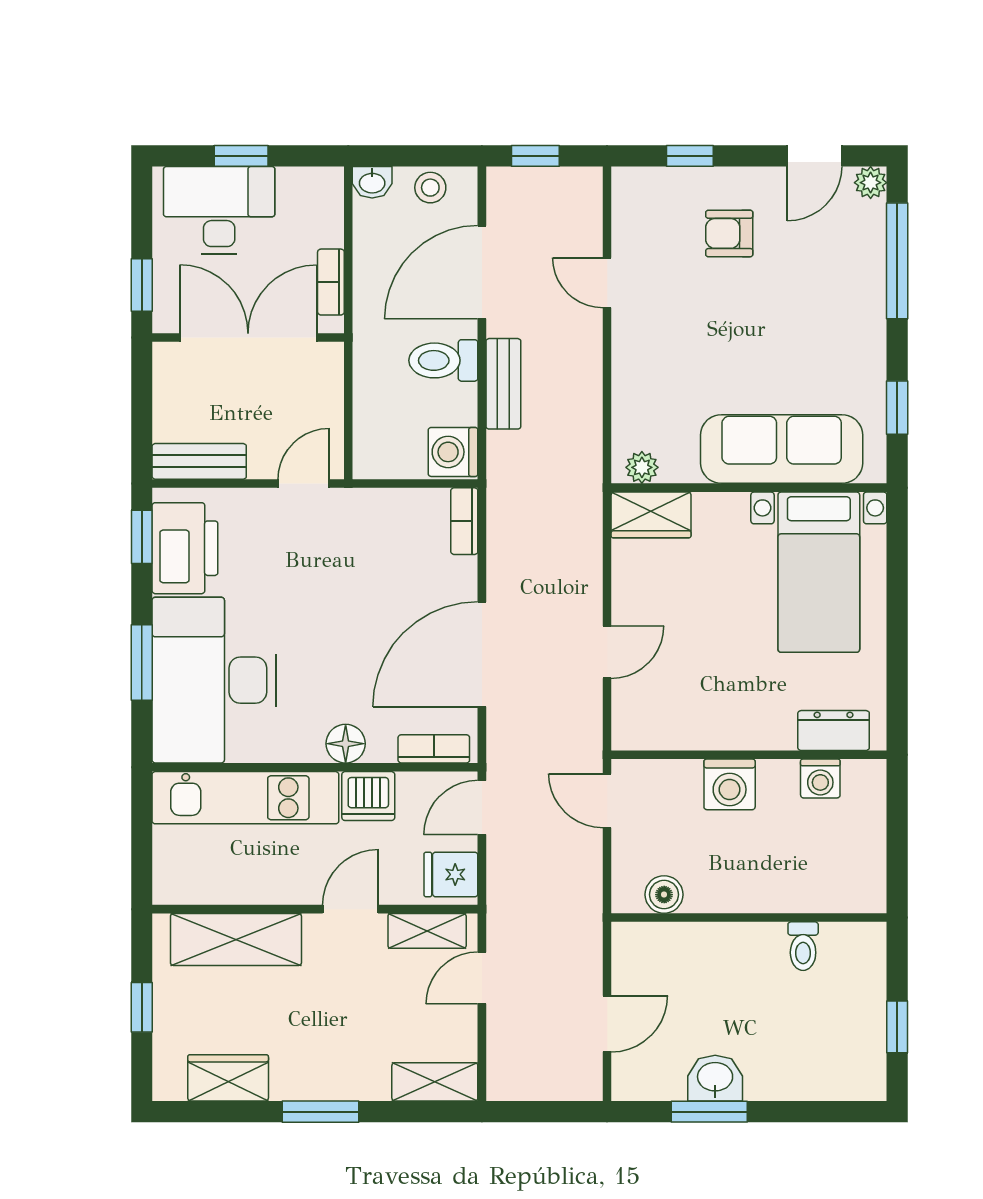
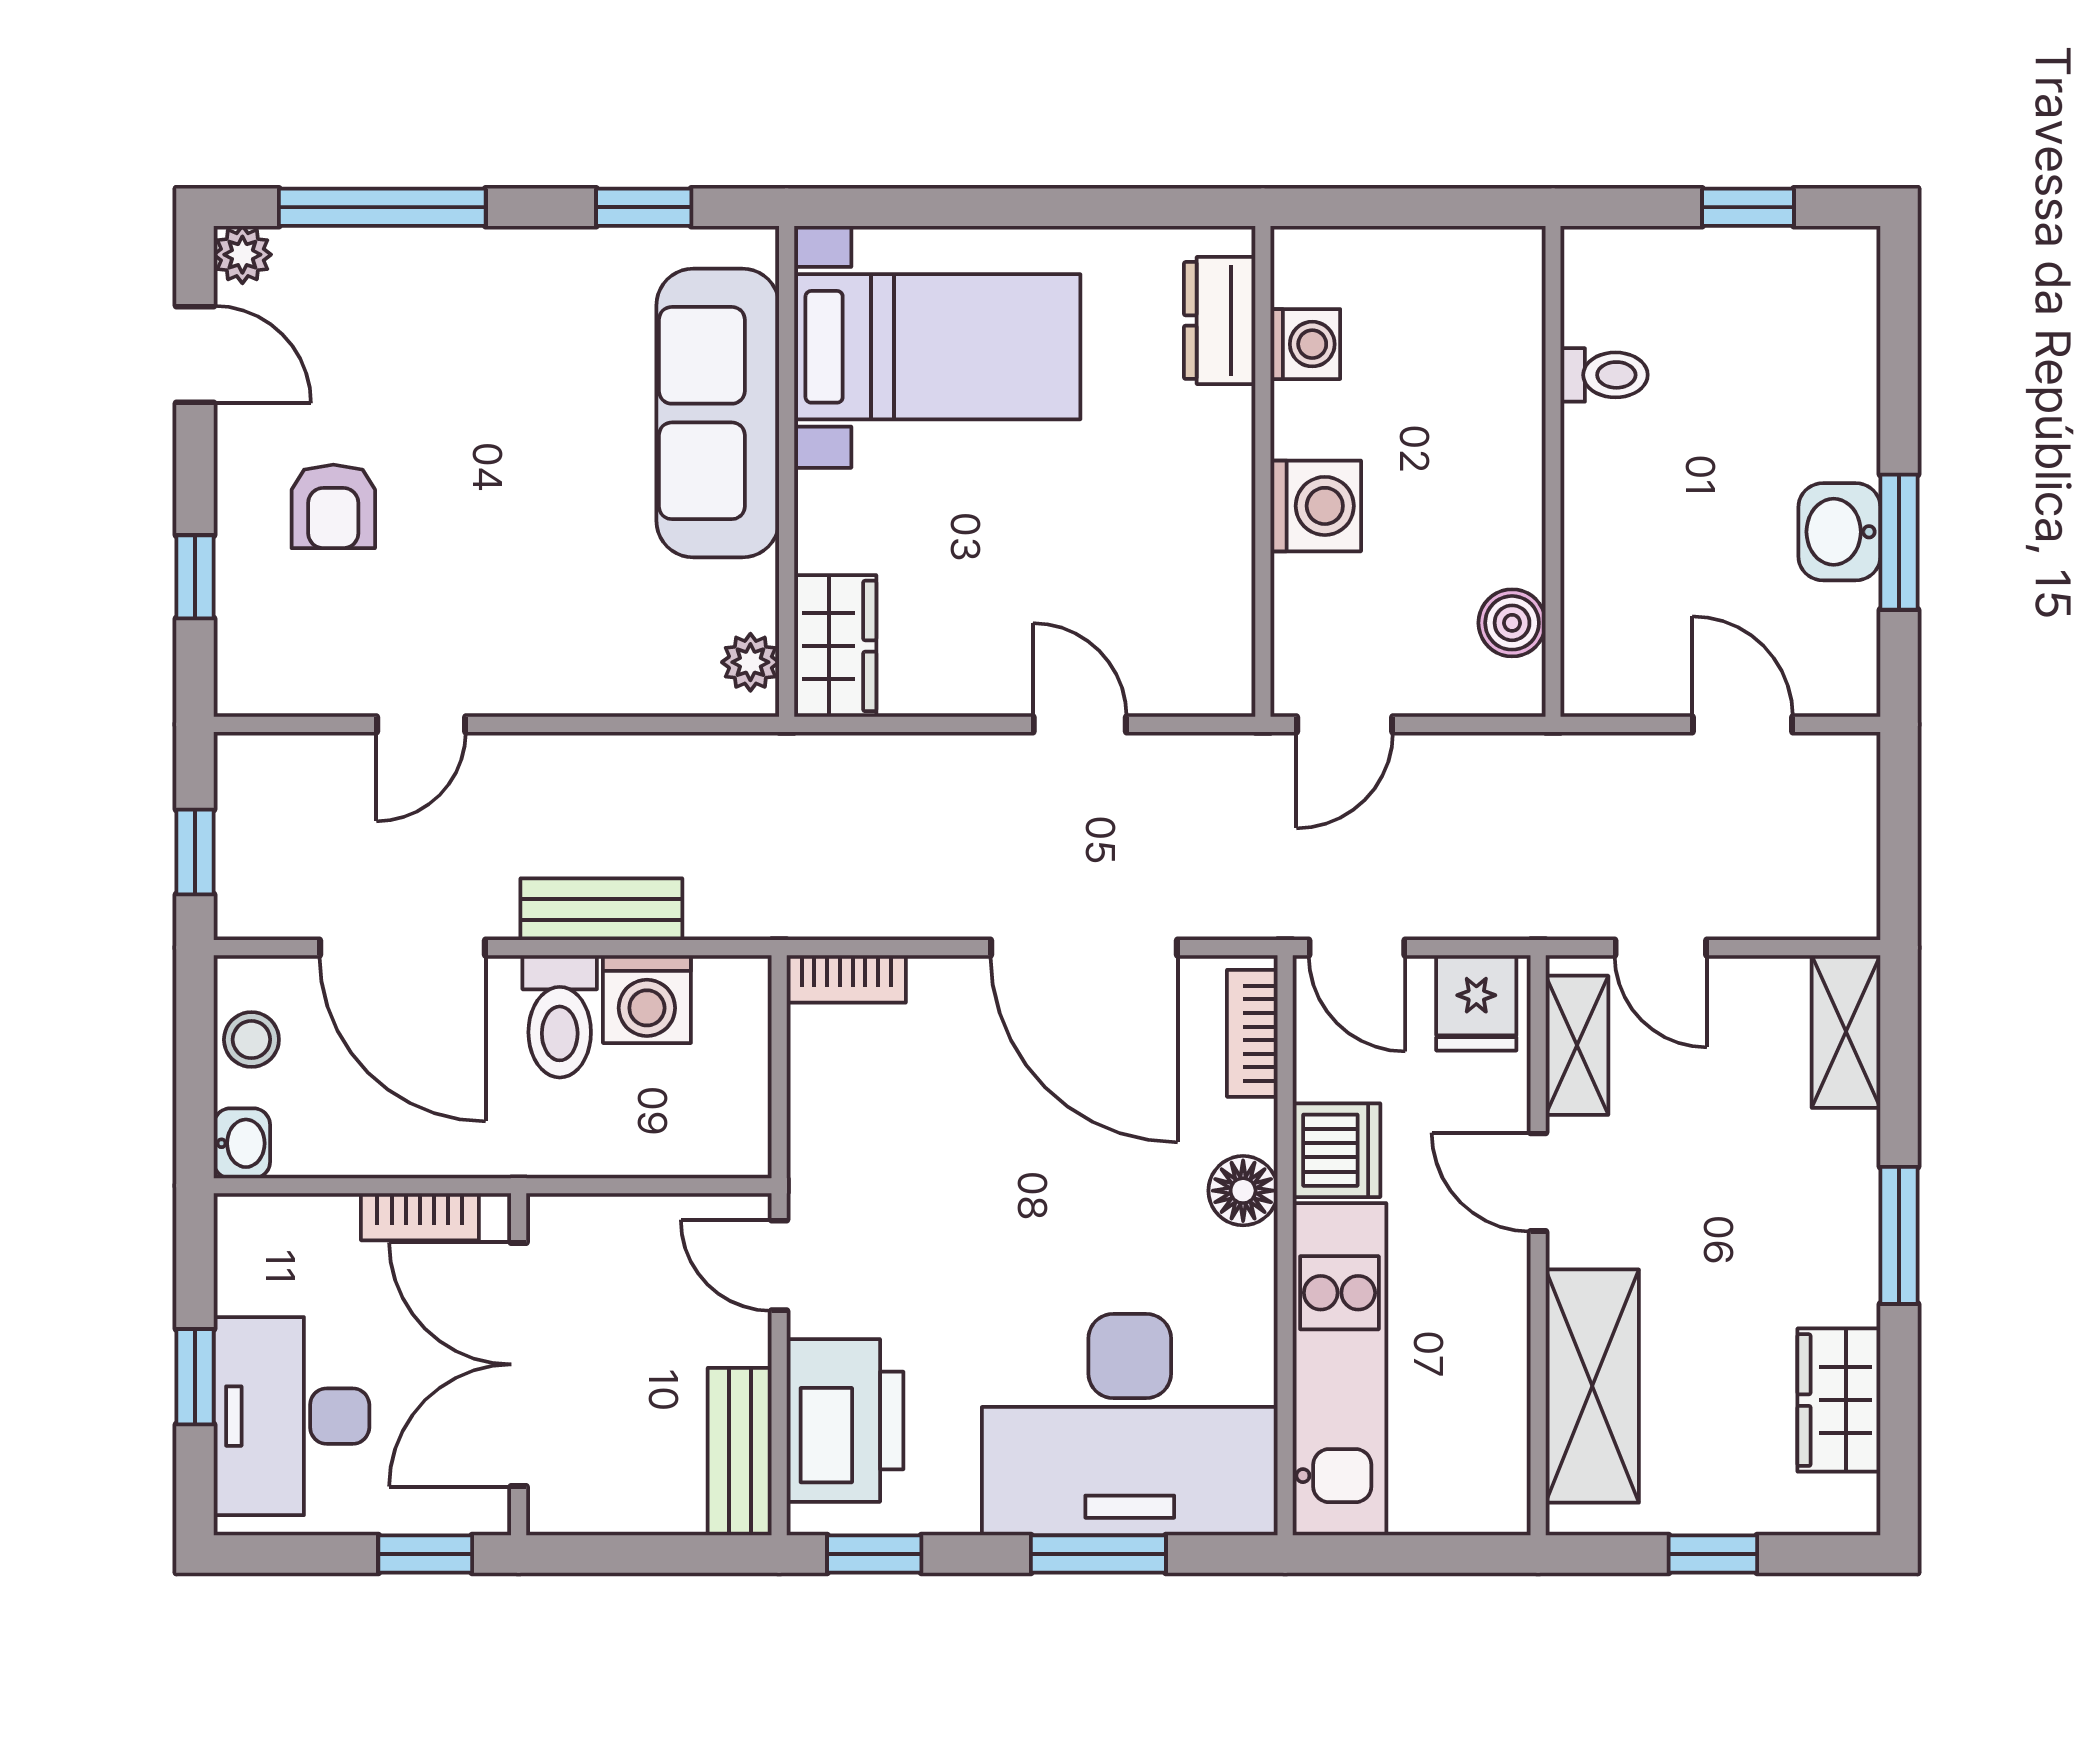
washing machine: (453, 452) -> (647, 999), moved
printer: (185, 548) -> (845, 1420), moved, turned 90

